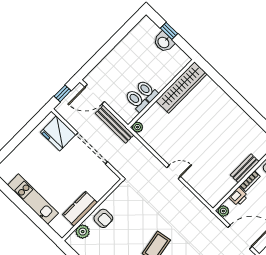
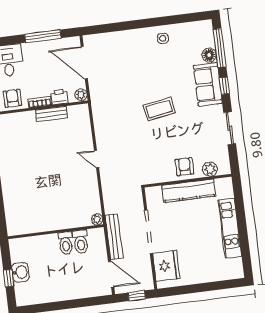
wardrobe: (182, 87) -> (35, 223), removed
bench: (245, 168) -> (52, 114), moved
kitchen counter: (80, 209) -> (189, 191), width x1.50

